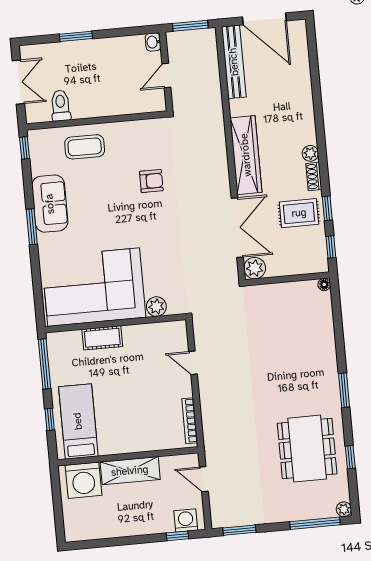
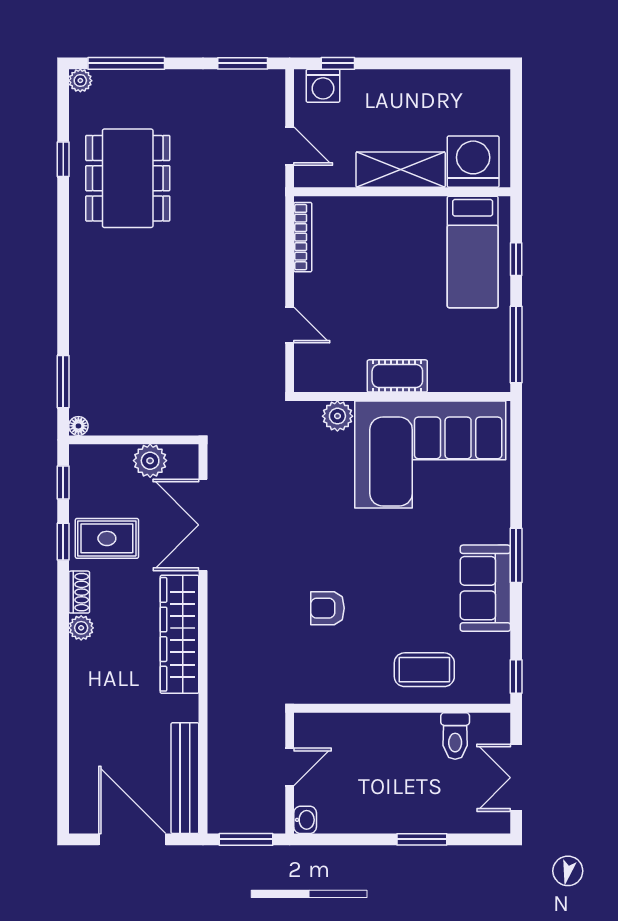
plant: (255, 268) -> (150, 461), moved
cot: (102, 338) -> (397, 376), moved
window: (344, 390) -> (63, 382), moved

